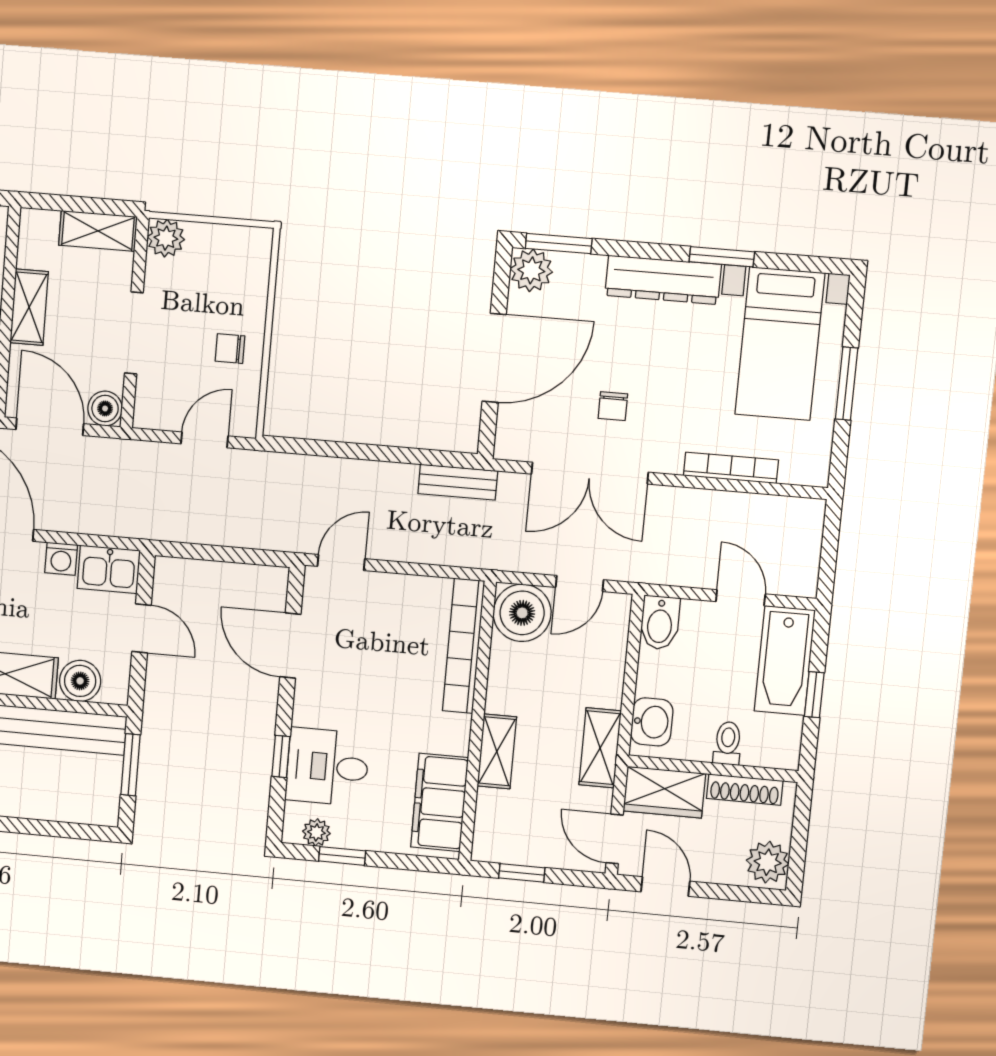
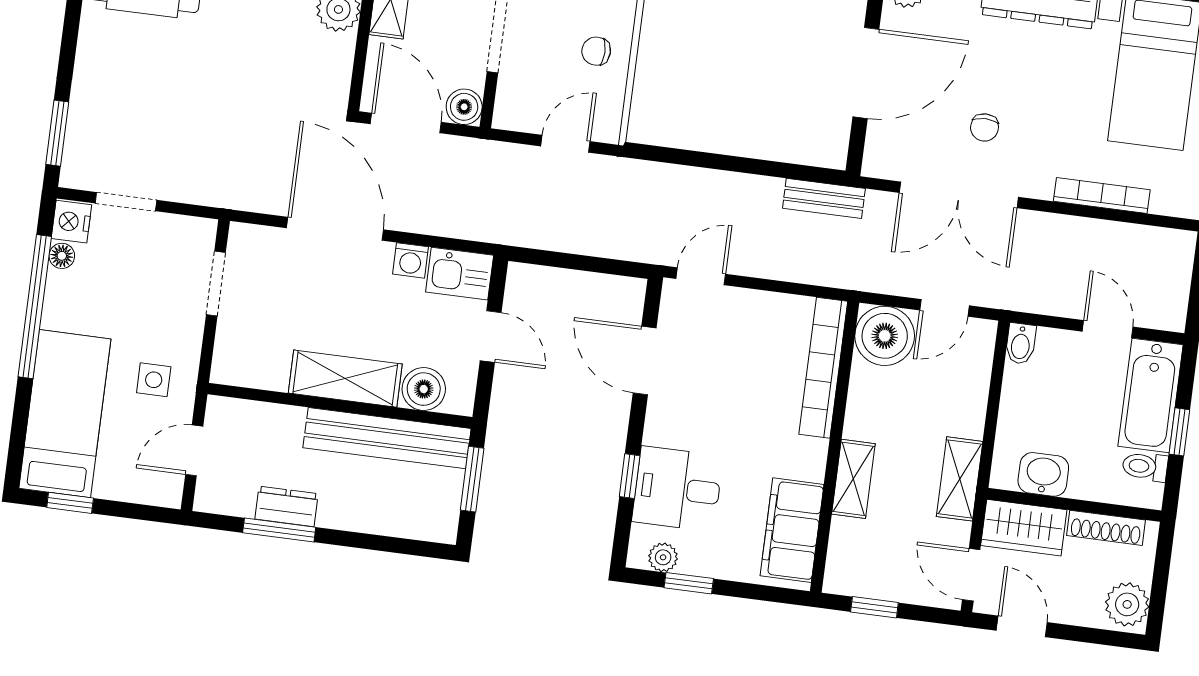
bidet: (660, 623) -> (1021, 344), width x0.72, depth x0.74
washbasin: (652, 722) -> (1043, 474), moved, turned -90
toilet: (728, 743) -> (1145, 467), moved, turned -90

